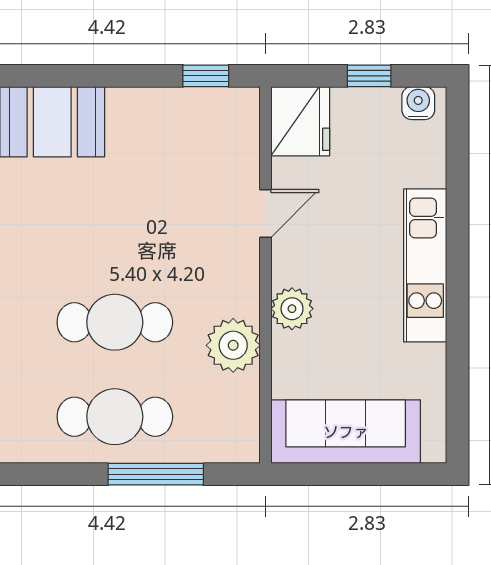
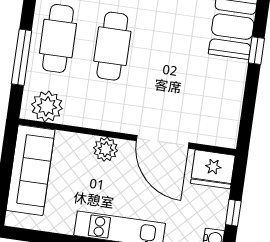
window: (206, 76) -> (256, 51), moved
door: (266, 214) -> (163, 142), width x1.87
plant: (233, 345) -> (47, 106), moved

